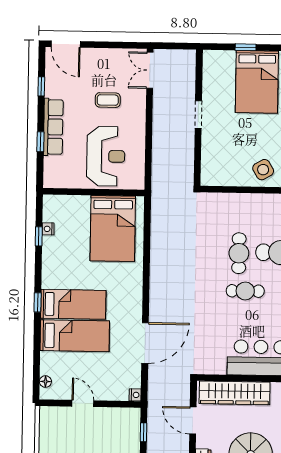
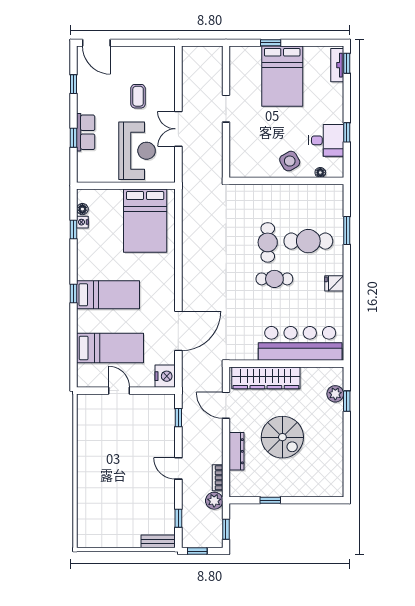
double door: (150, 70) -> (178, 129), moved
coffee table: (108, 100) -> (138, 96), turned 90
row of seats: (53, 127) -> (86, 132), width x0.68
bed: (75, 336) -> (110, 348), moved
floor lamp: (45, 382) -> (82, 209), moved
nightstand: (135, 395) -> (165, 376), width x1.89, depth x1.79

